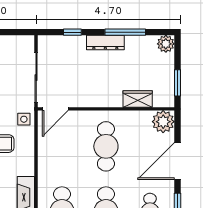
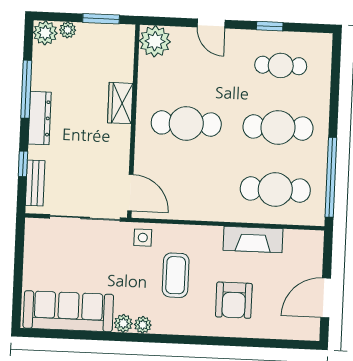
bench: (59, 41) -> (35, 183), added
plant: (169, 60) -> (68, 30), added
wardrobe: (138, 99) -> (120, 103), moved
door: (177, 161) -> (211, 24), width x0.53

